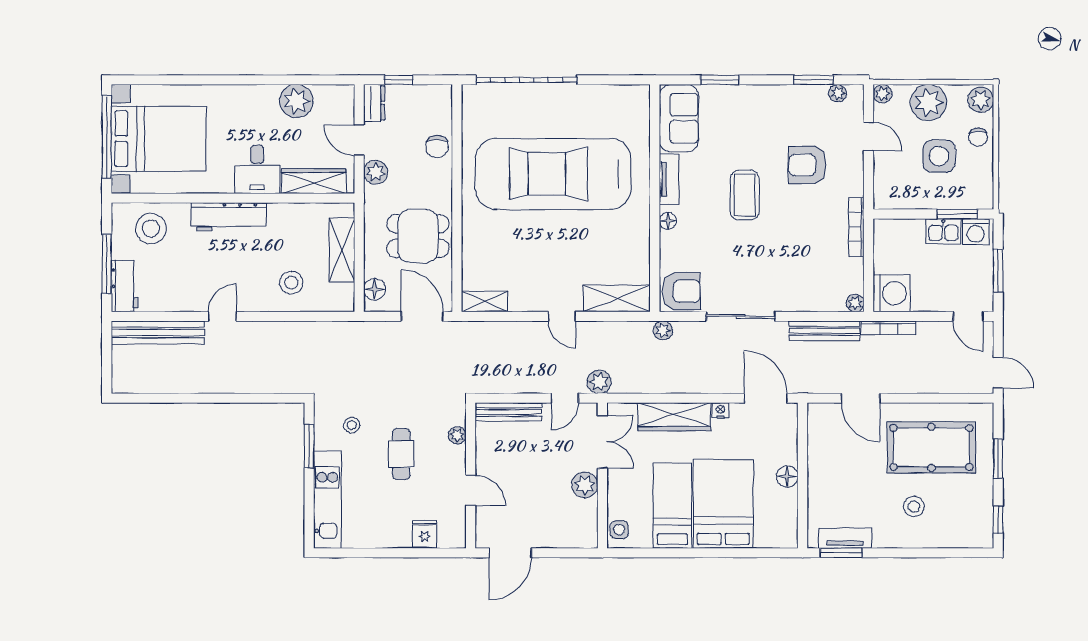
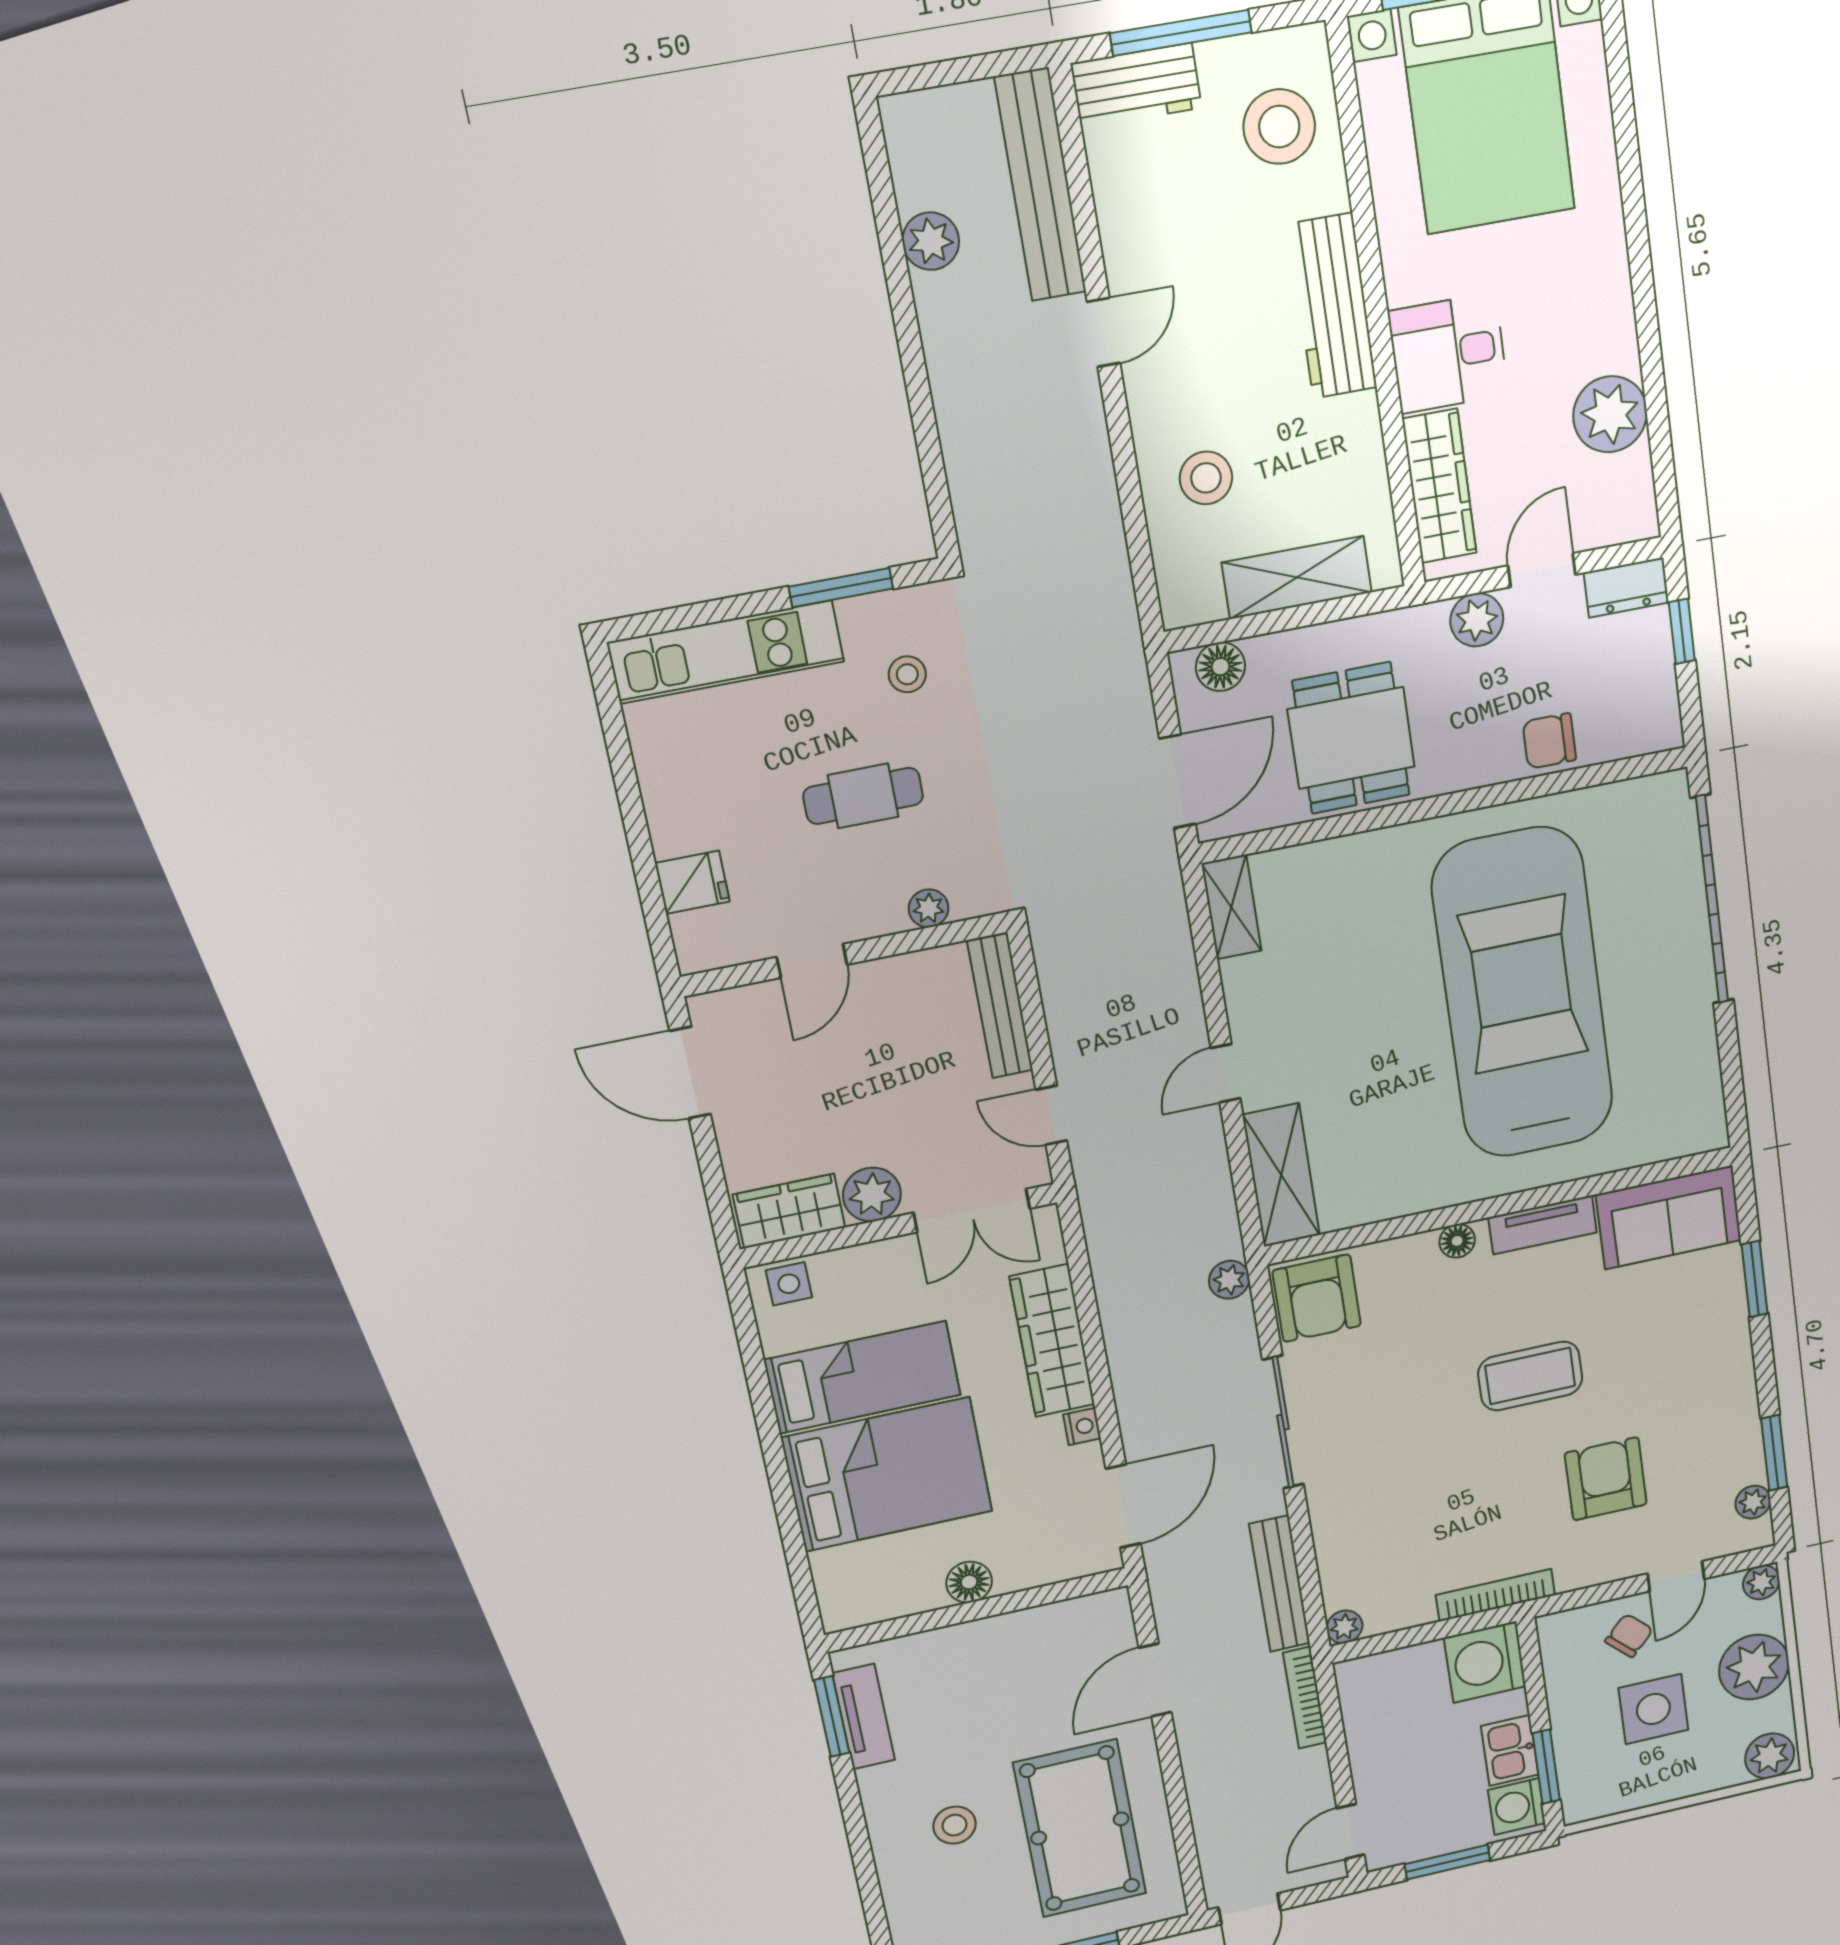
chair: (978, 137) -> (1629, 1635), moved, turned 134
washing machine: (892, 293) -> (1485, 1662), moved, turned 90
door: (222, 316) -> (1103, 332), hinge flipped
plant: (599, 382) -> (931, 241), moved
wardrobe: (584, 523) -> (789, 1211), added

